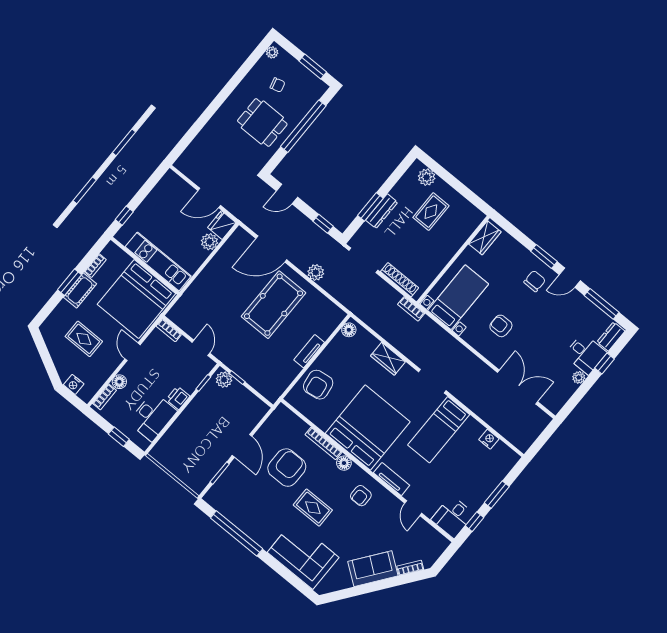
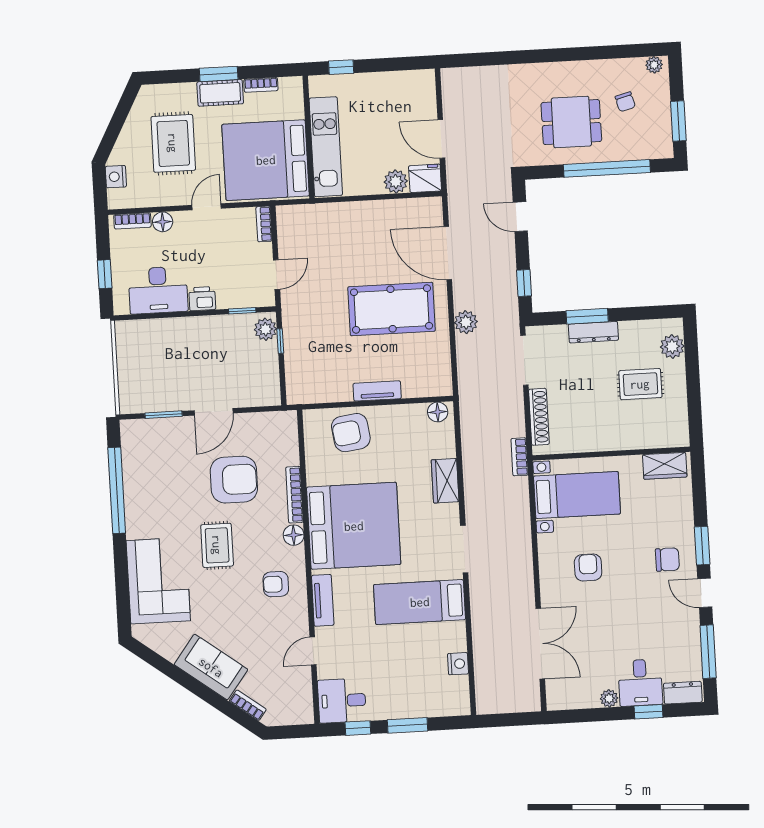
dining table: (262, 123) -> (571, 122), turned 90
rug: (84, 339) -> (173, 143), width x1.36, depth x1.43

